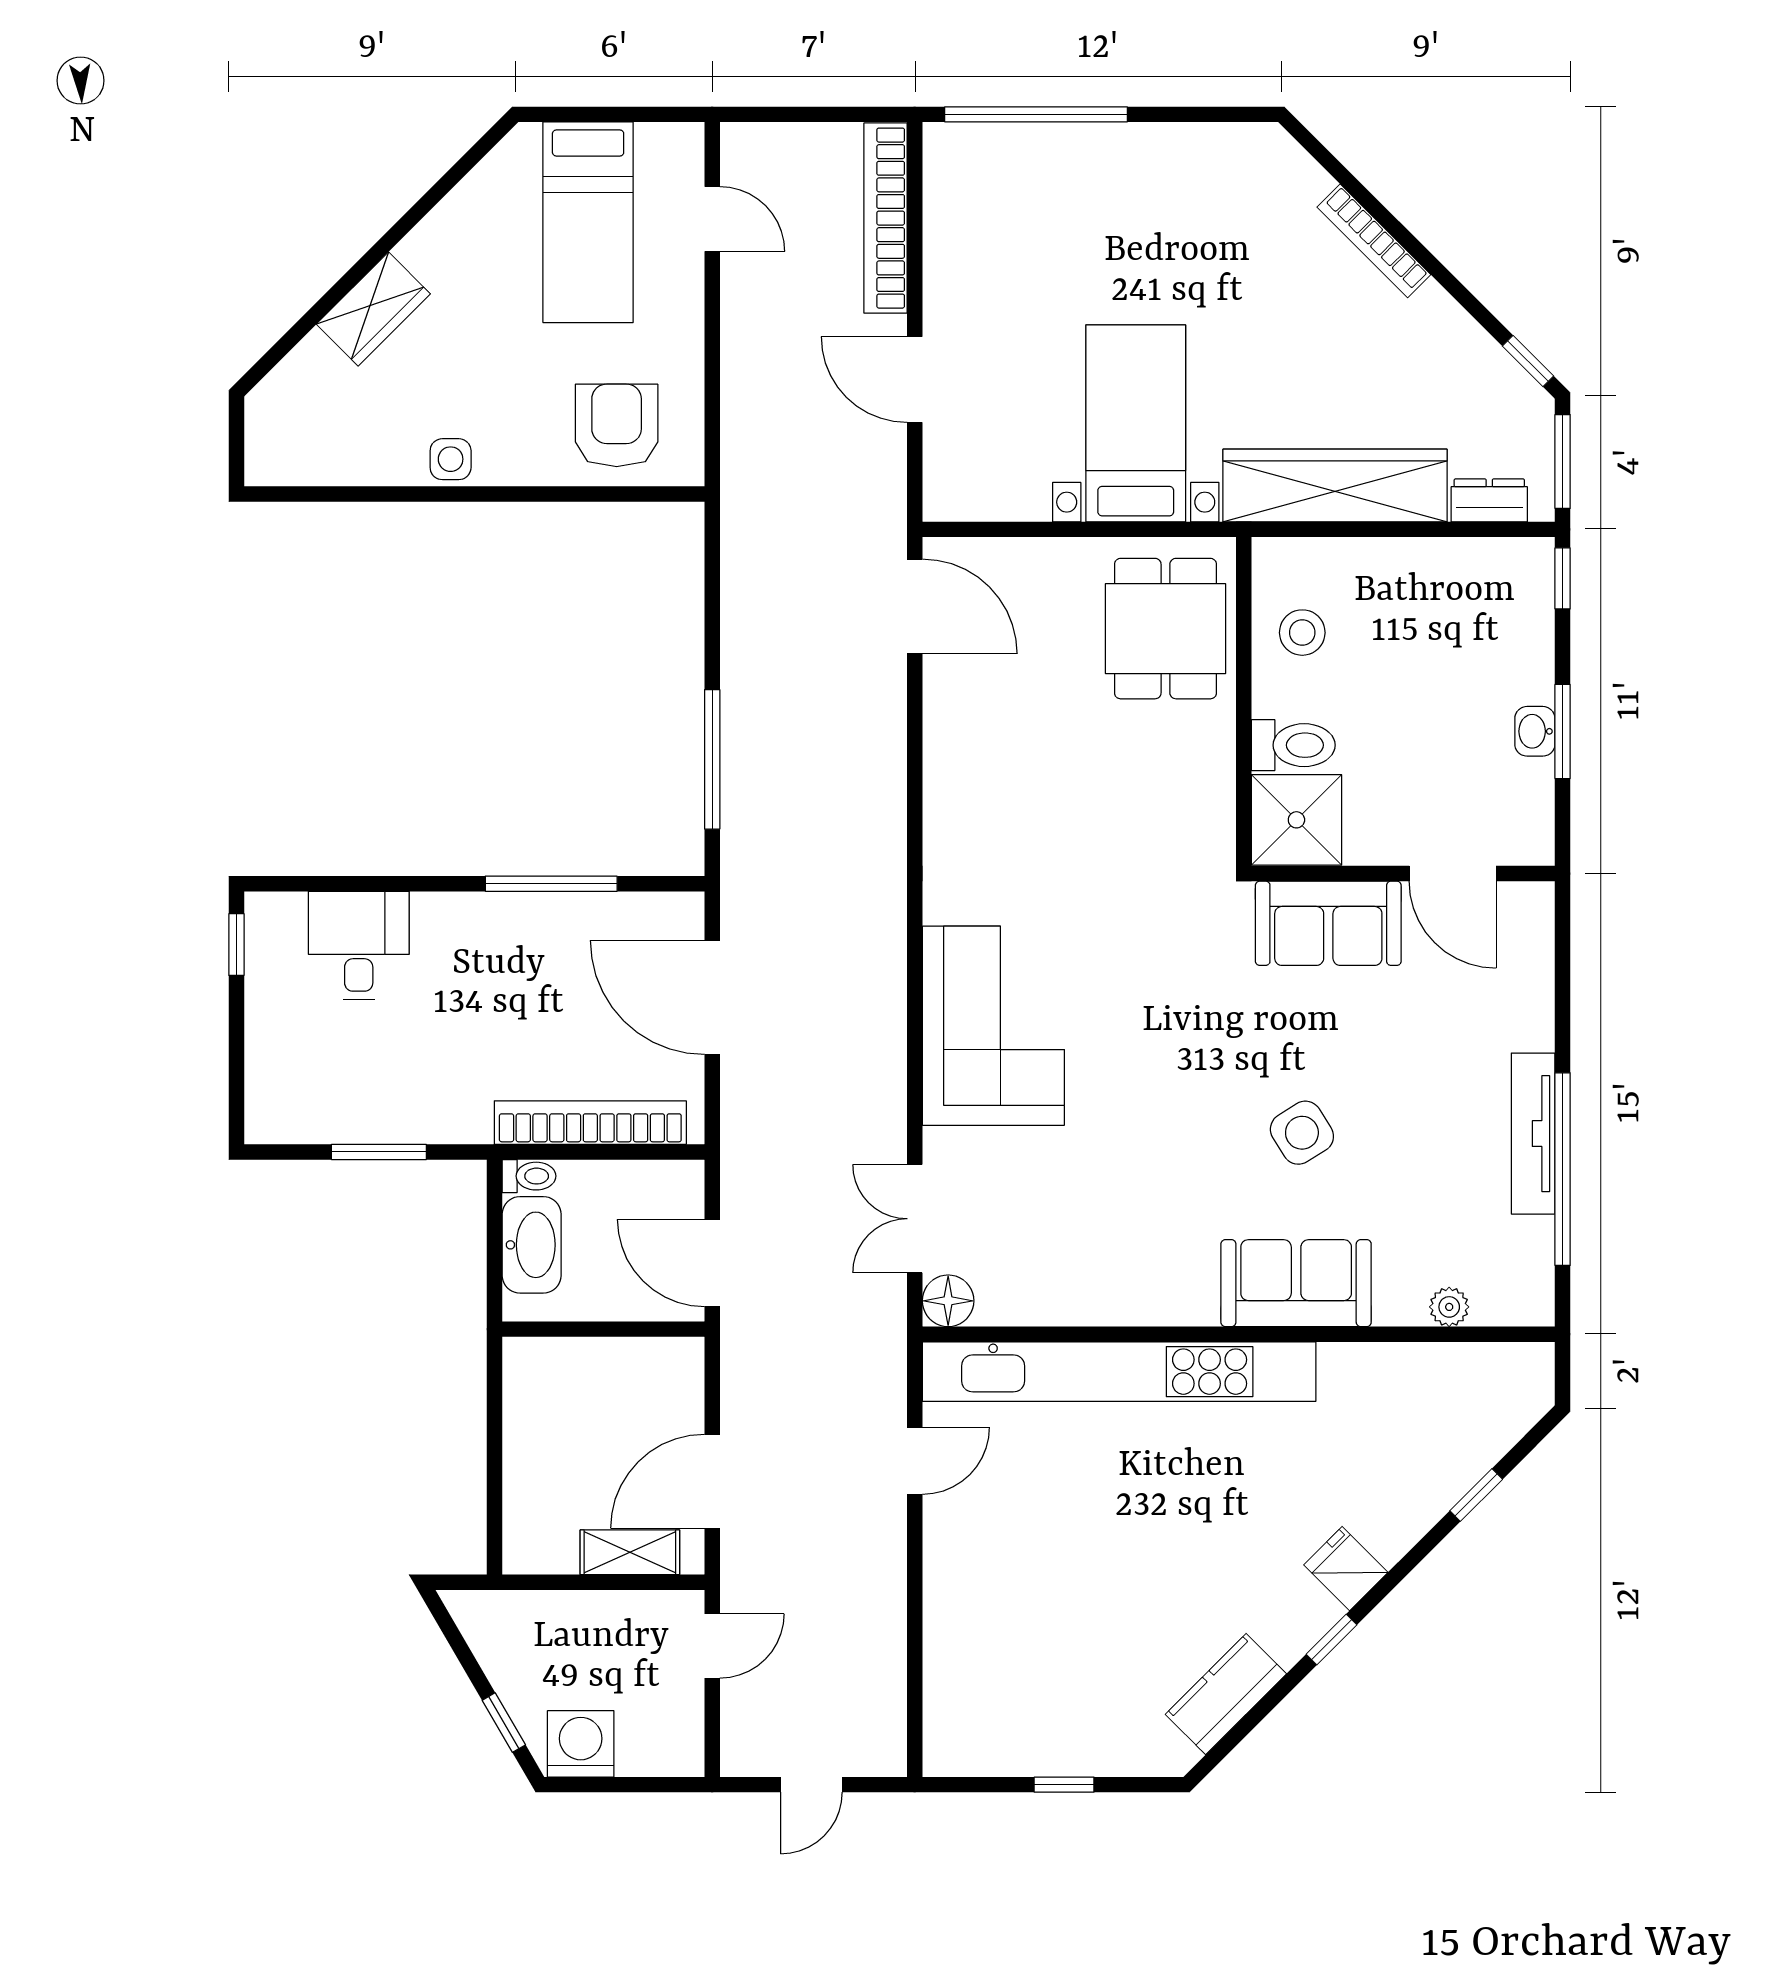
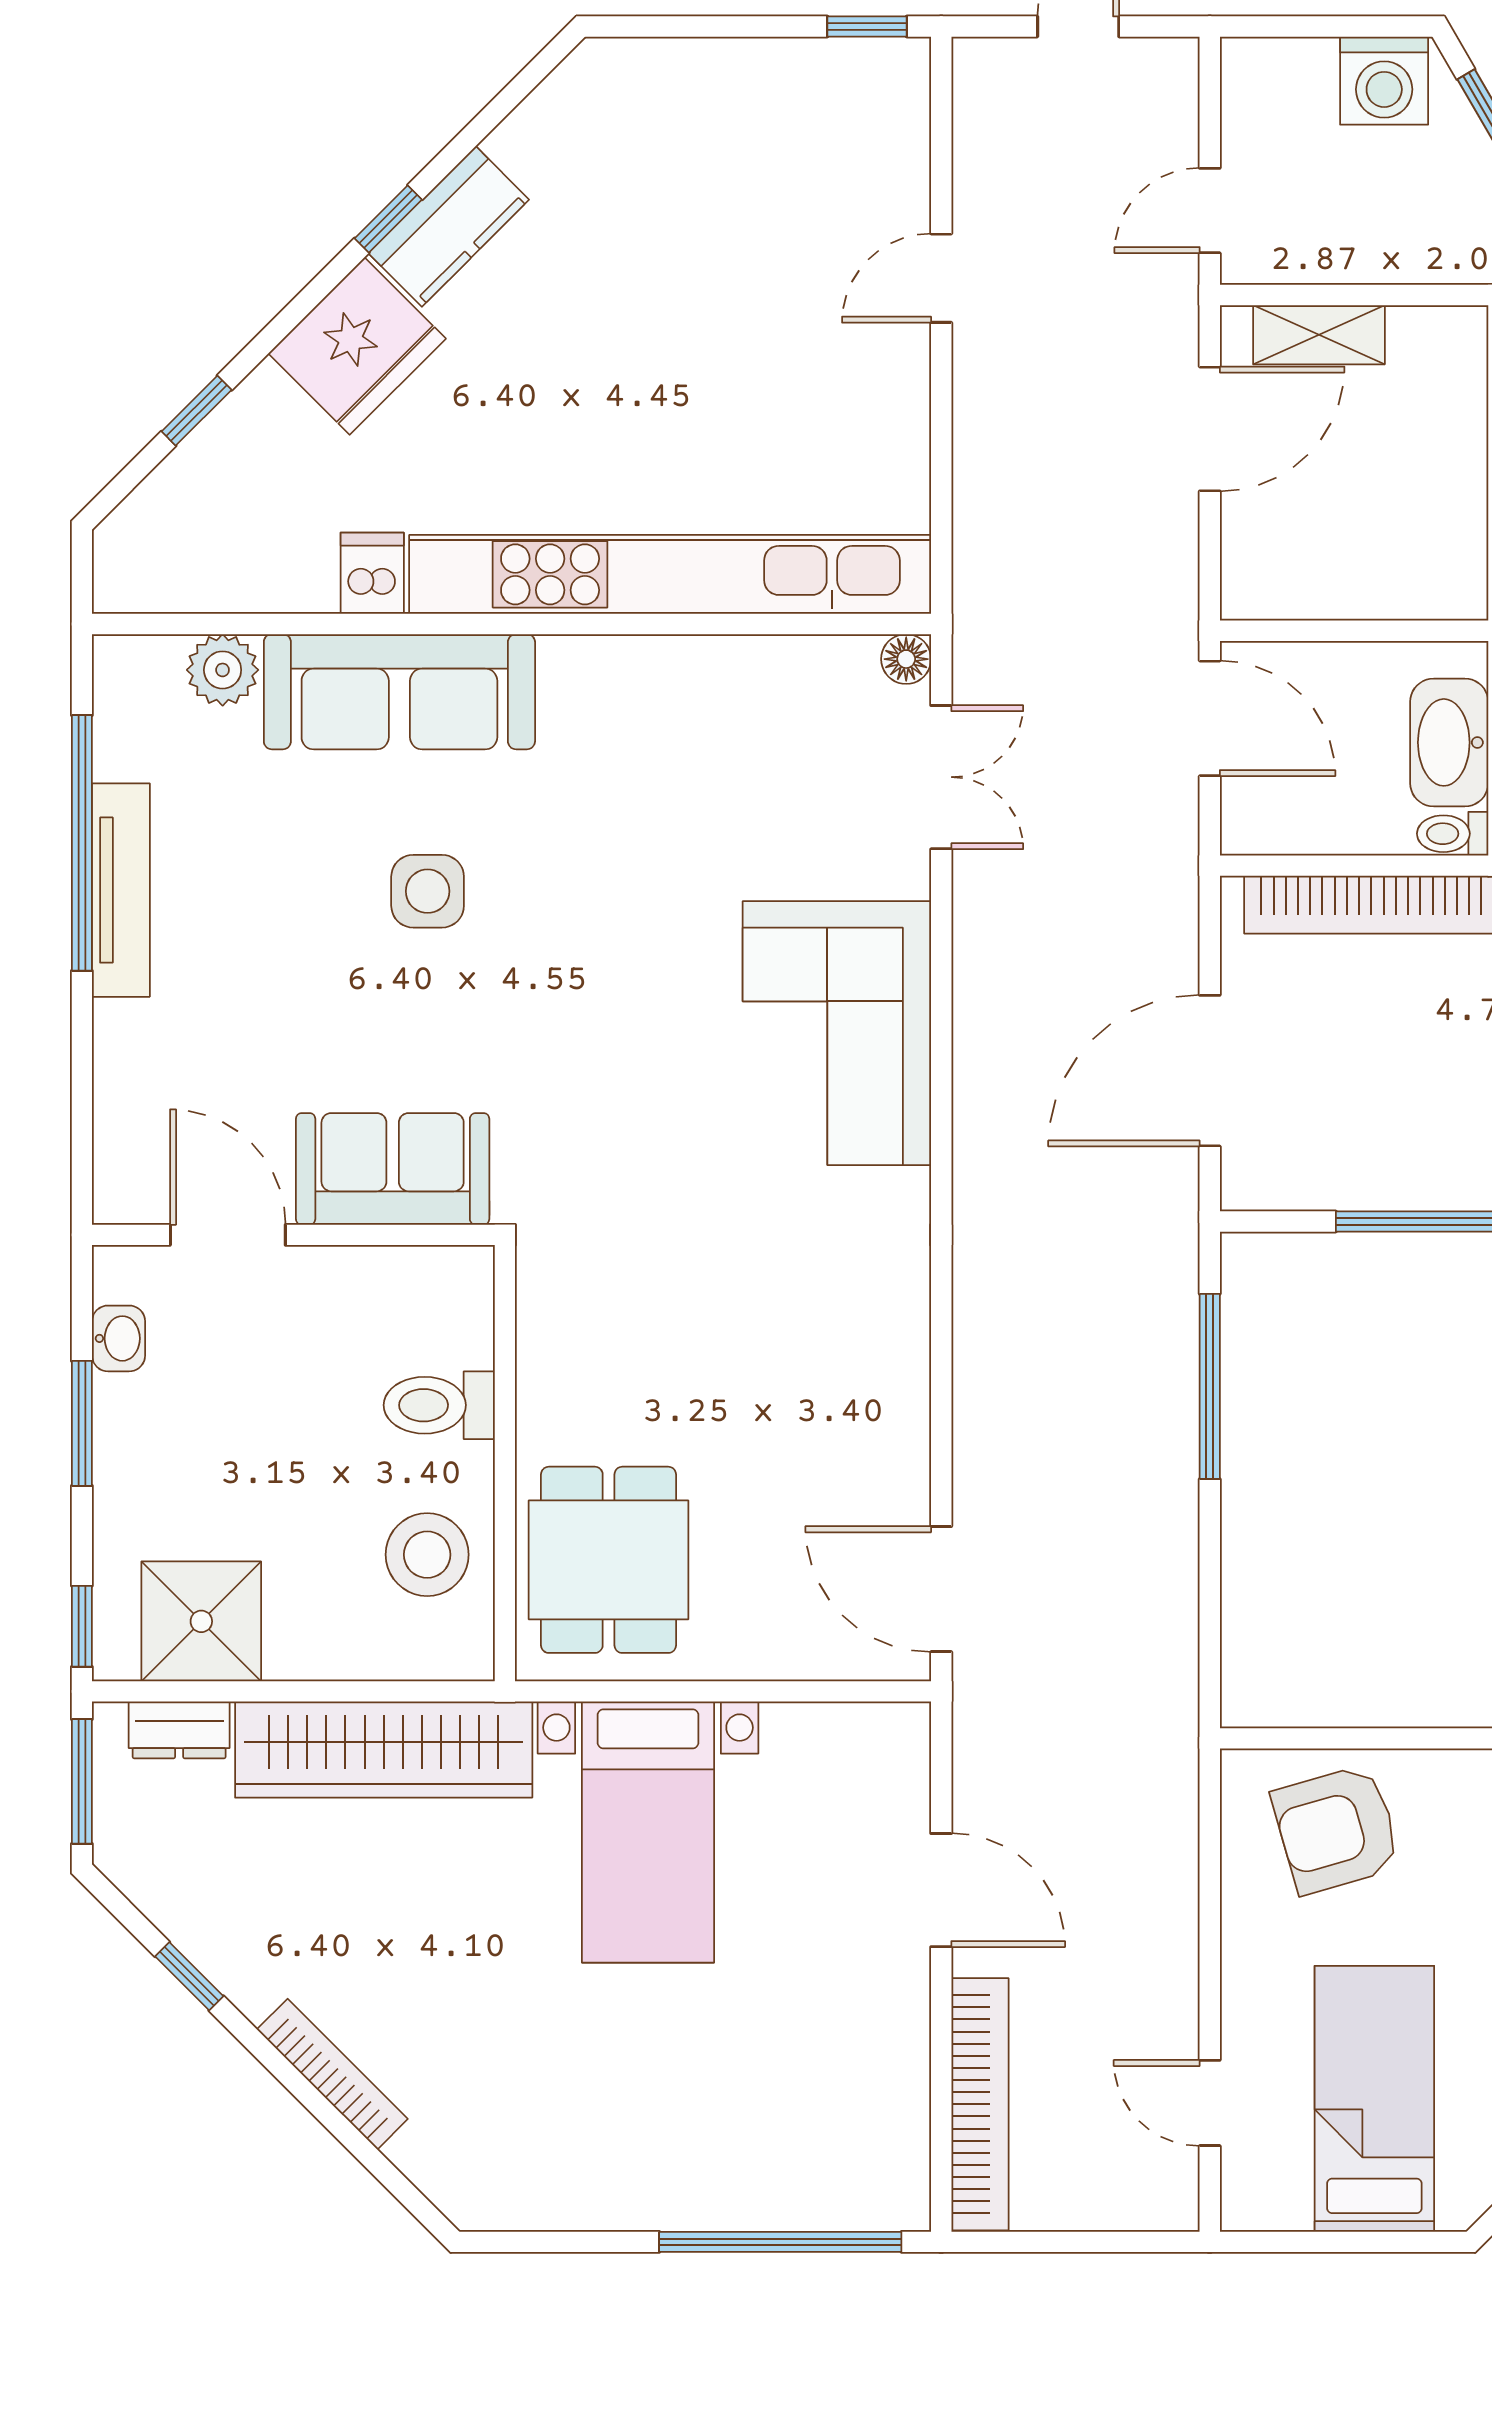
window: (1528, 361) -> (189, 1976), moved
armchair: (617, 425) -> (1337, 1829), turned 74
stool: (1302, 633) -> (427, 1555), width x1.38, depth x1.38
washbasin: (1535, 731) -> (119, 1338), moved
shower: (1296, 820) -> (201, 1621), moved
door: (712, 997) -> (1210, 1071), swing flipped
side table: (1302, 1133) -> (428, 891), turned 32
sofa: (1296, 1283) -> (399, 692), width x1.36
floor lamp: (948, 1301) -> (906, 659), width x0.73, depth x0.73
plant: (1449, 1307) -> (223, 670), width x1.38, depth x1.38
dishwasher: (1344, 1372) -> (372, 573), added
door: (915, 1461) -> (941, 278), moved
fridge: (1346, 1569) -> (357, 346), width x1.88, depth x1.34
kitchen counter: (1226, 1694) -> (449, 226), moved
window: (1064, 1785) -> (867, 27), moved

